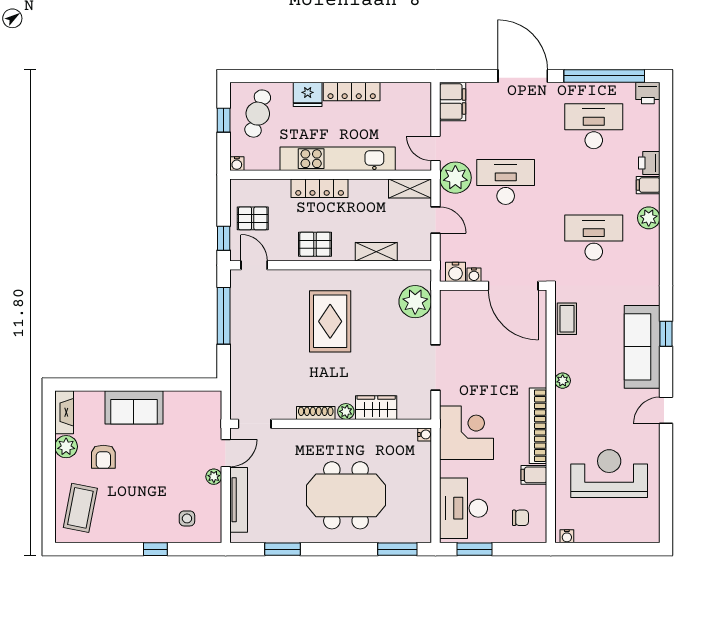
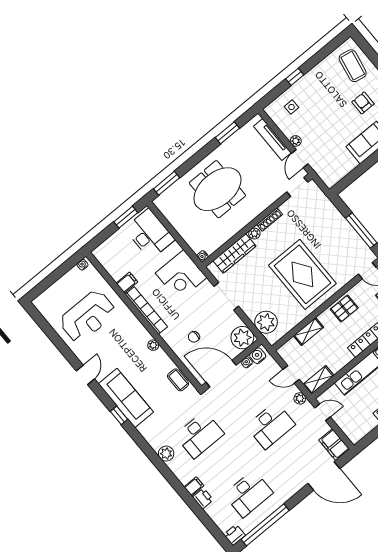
door: (523, 76) -> (324, 476), moved
plant: (455, 178) -> (300, 398), width x0.53, depth x0.53
plant: (649, 218) -> (166, 454), moved
plant: (456, 306) -> (242, 338), added
rug: (330, 321) -> (302, 274), width x1.37, depth x1.44
wardrobe: (376, 408) -> (235, 253), width x1.50
chair: (520, 518) -> (194, 337), moved

